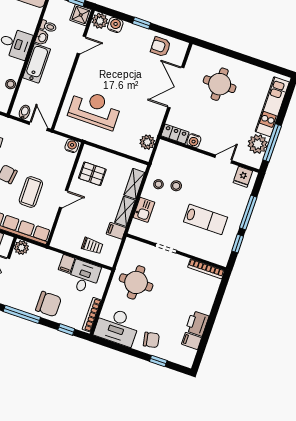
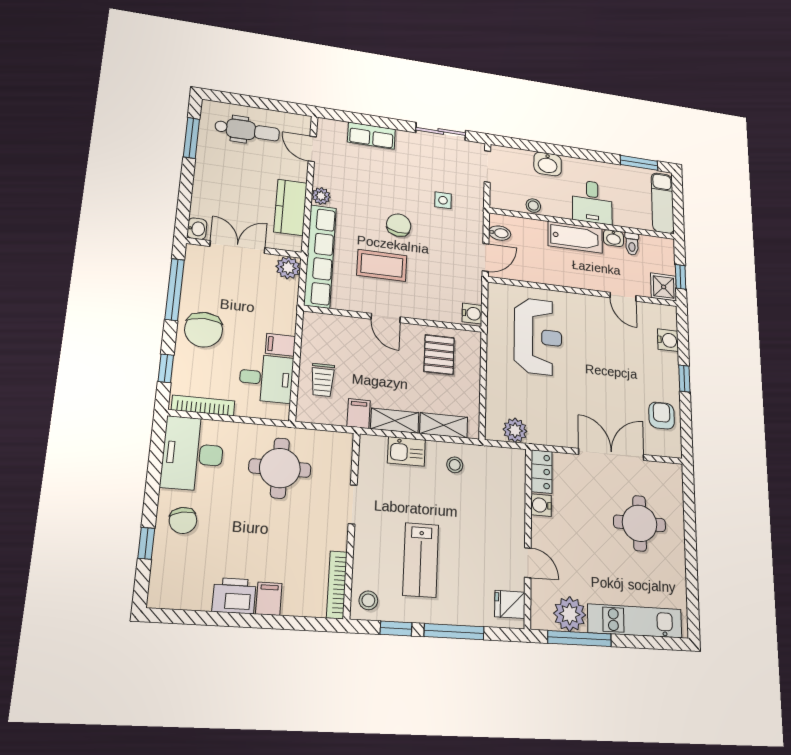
plant: (100, 21) -> (666, 316), removed
stool: (176, 186) -> (368, 600), moved
filing cabinet: (192, 341) -> (269, 599), moved

